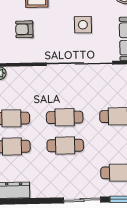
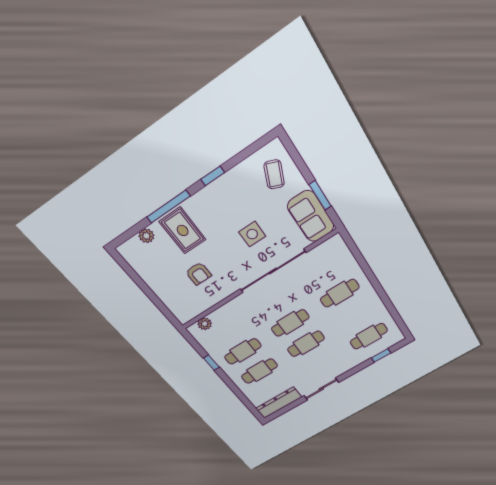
armchair: (24, 29) -> (198, 274), turned -90
sliding door: (82, 200) -> (321, 389), moved

